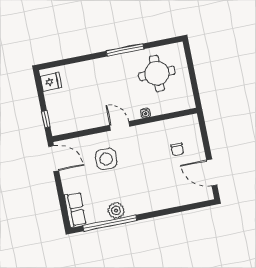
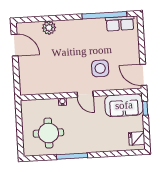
sofa: (72, 119) -> (124, 105), added
chair: (177, 149) -> (40, 68), removed
row of seats: (75, 210) -> (120, 24), moved, turned -90
plant: (116, 210) -> (49, 28), moved

